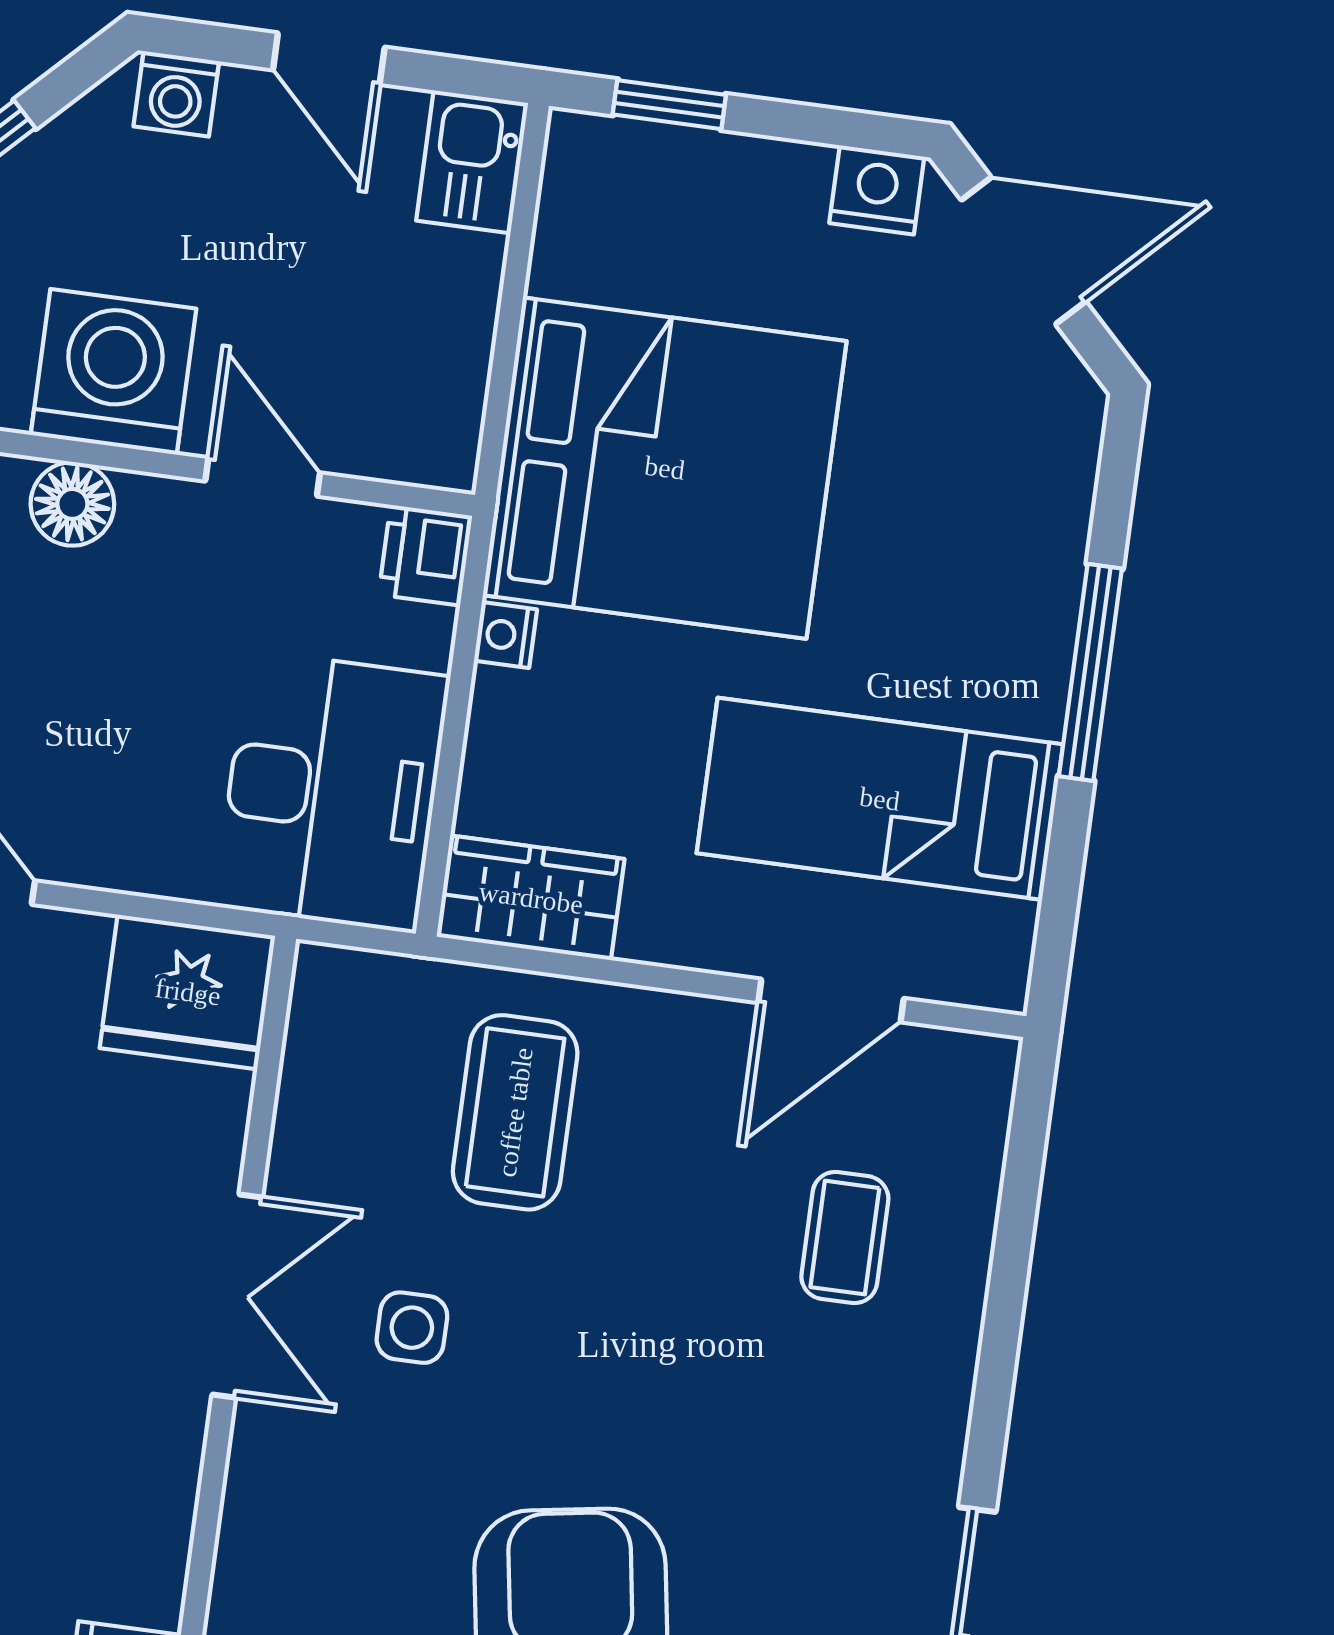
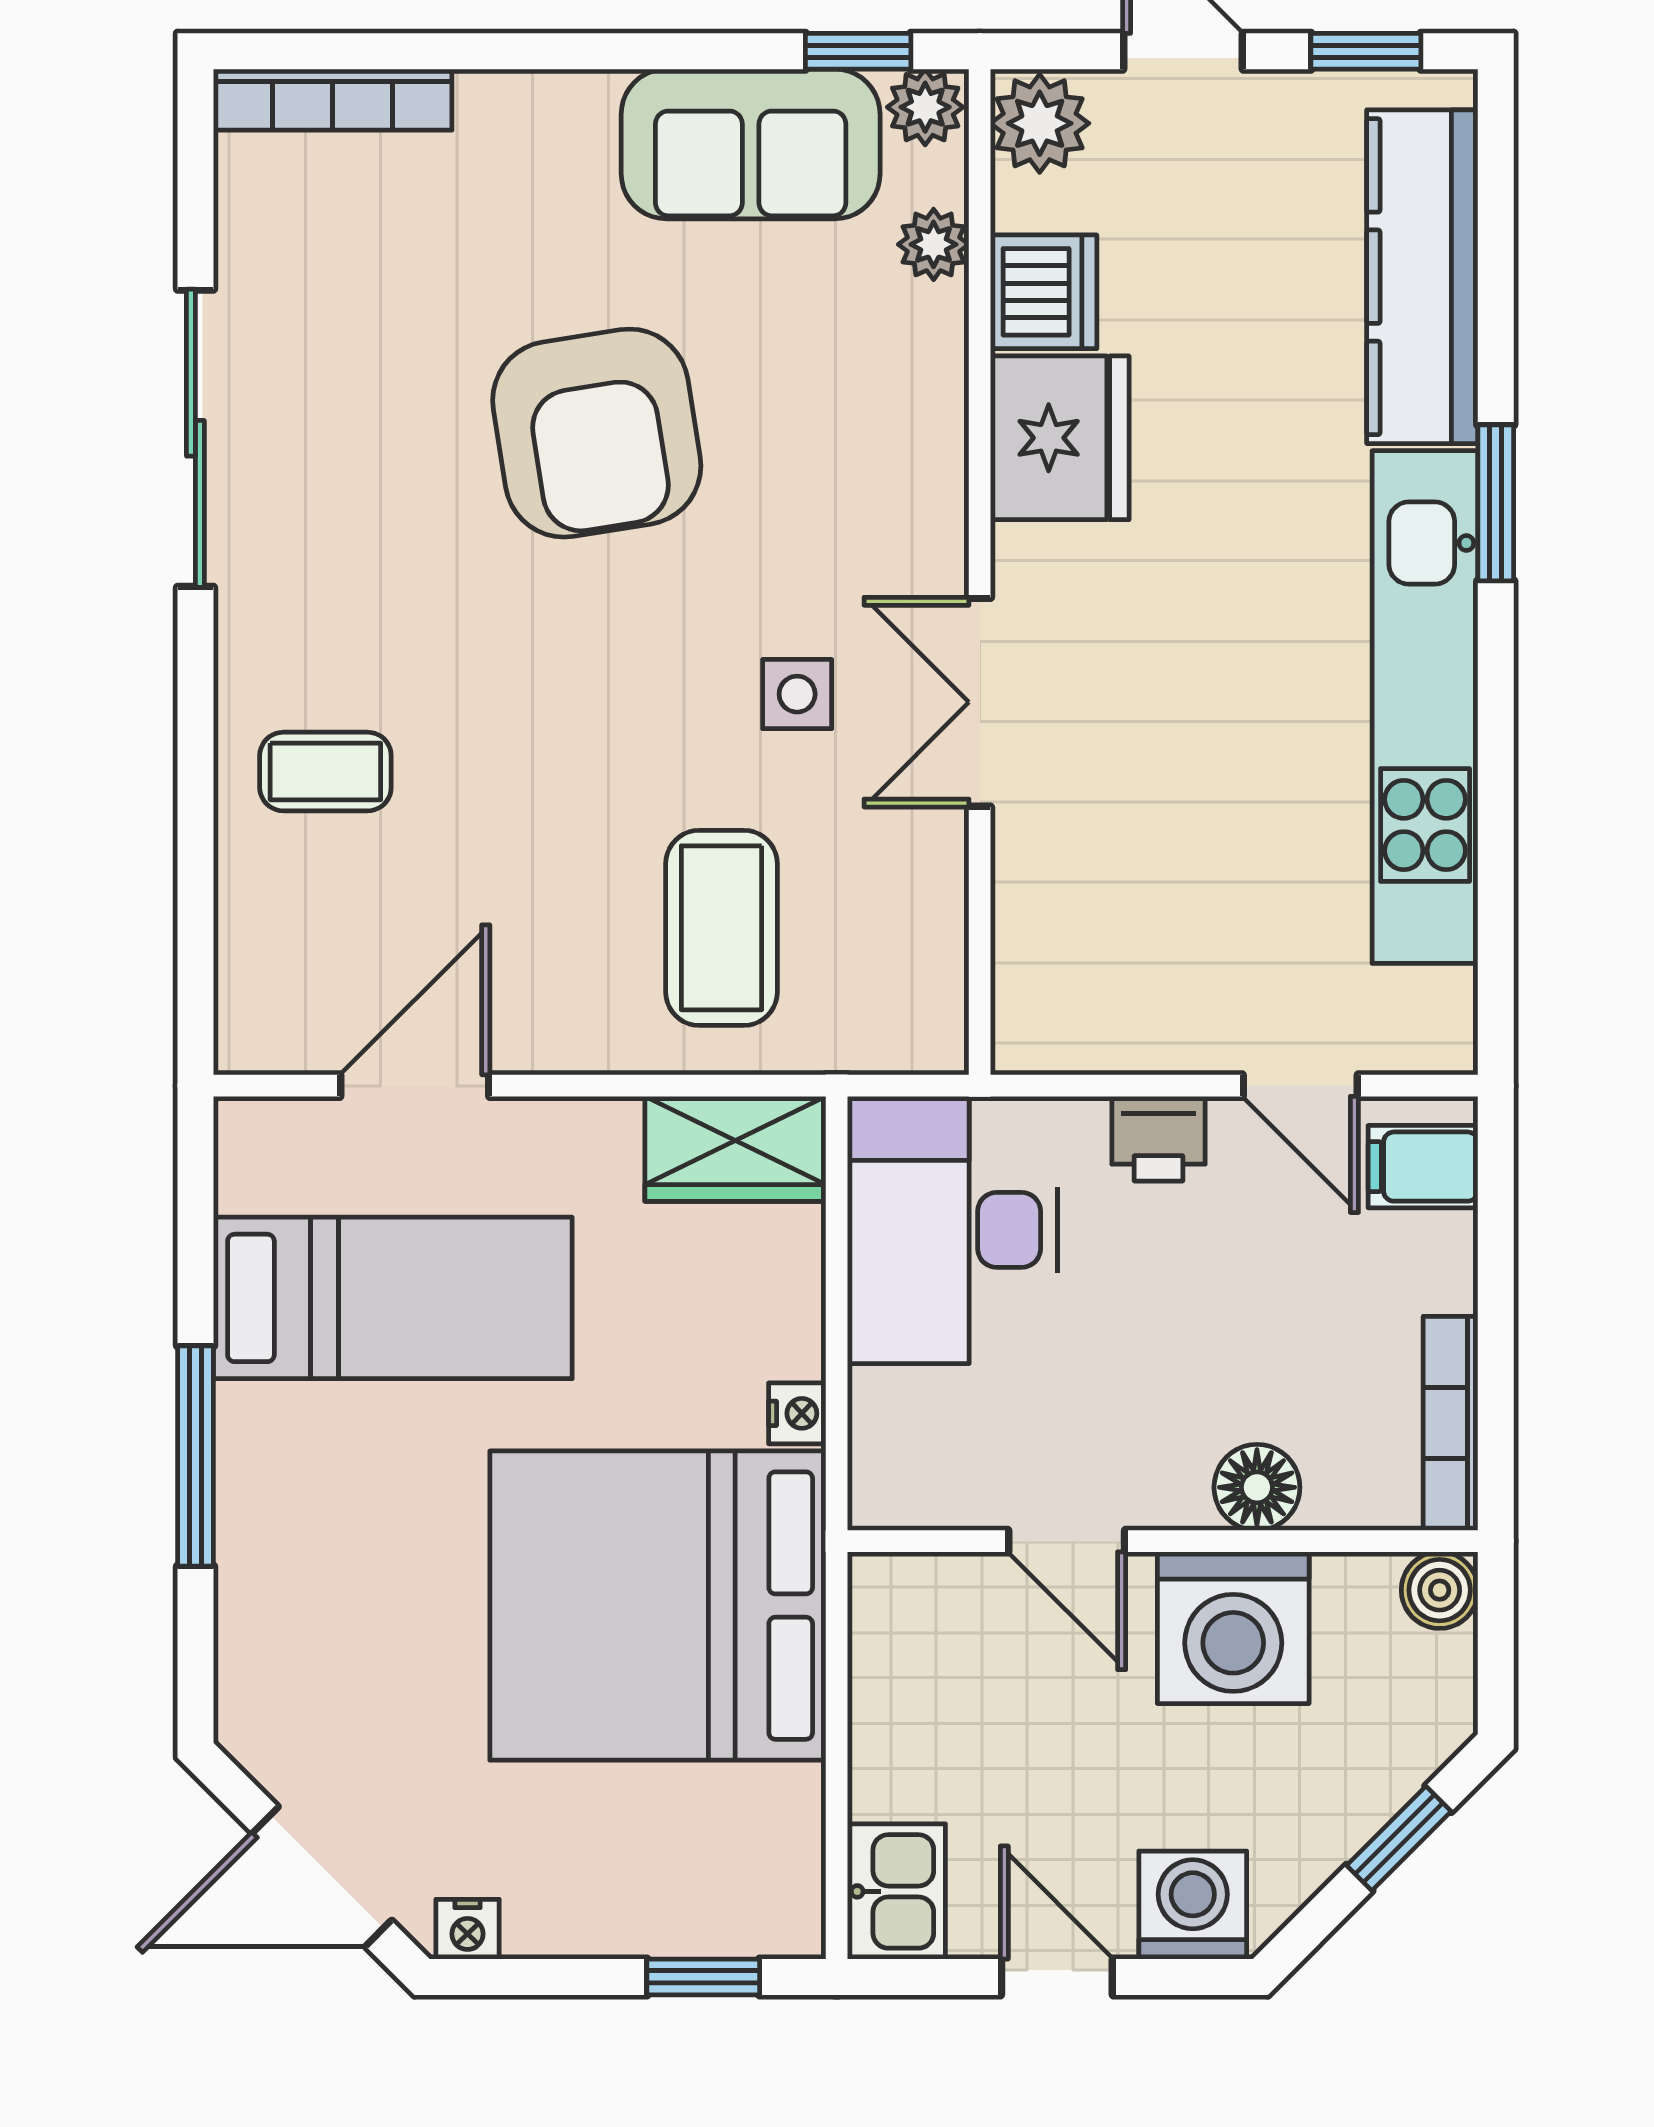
washing machine: (176, 94) -> (1193, 1905), width x1.38, depth x1.38
nightstand: (877, 190) -> (467, 1929), width x0.72, depth x0.74
printer: (425, 555) -> (1158, 1139), moved, turned 90
fridge: (188, 992) -> (1060, 438), moved, turned 90
coffee table: (845, 1238) -> (325, 772), moved, turned 90

